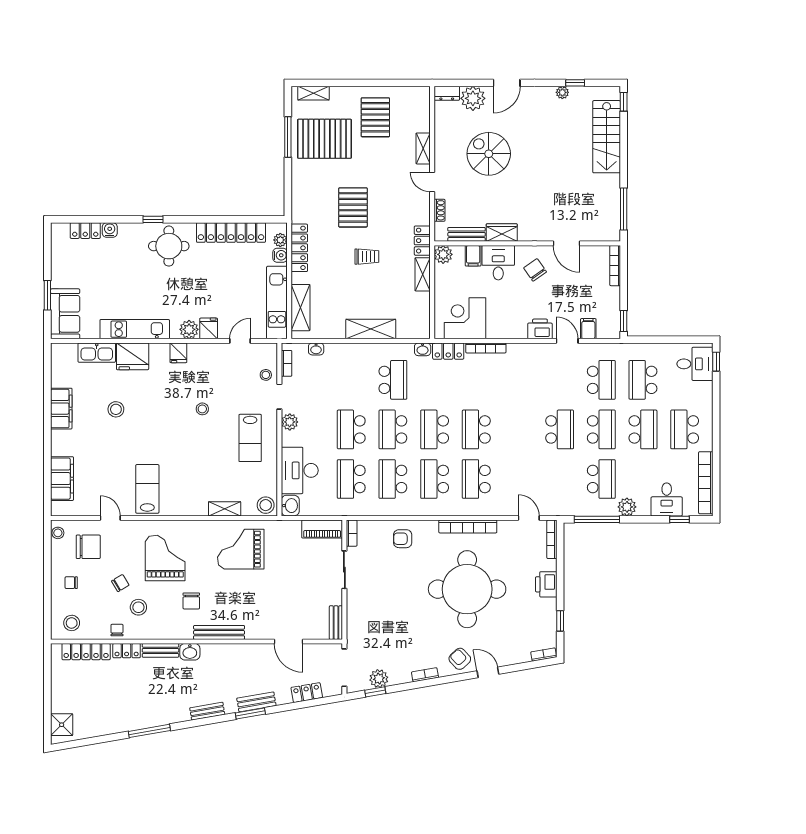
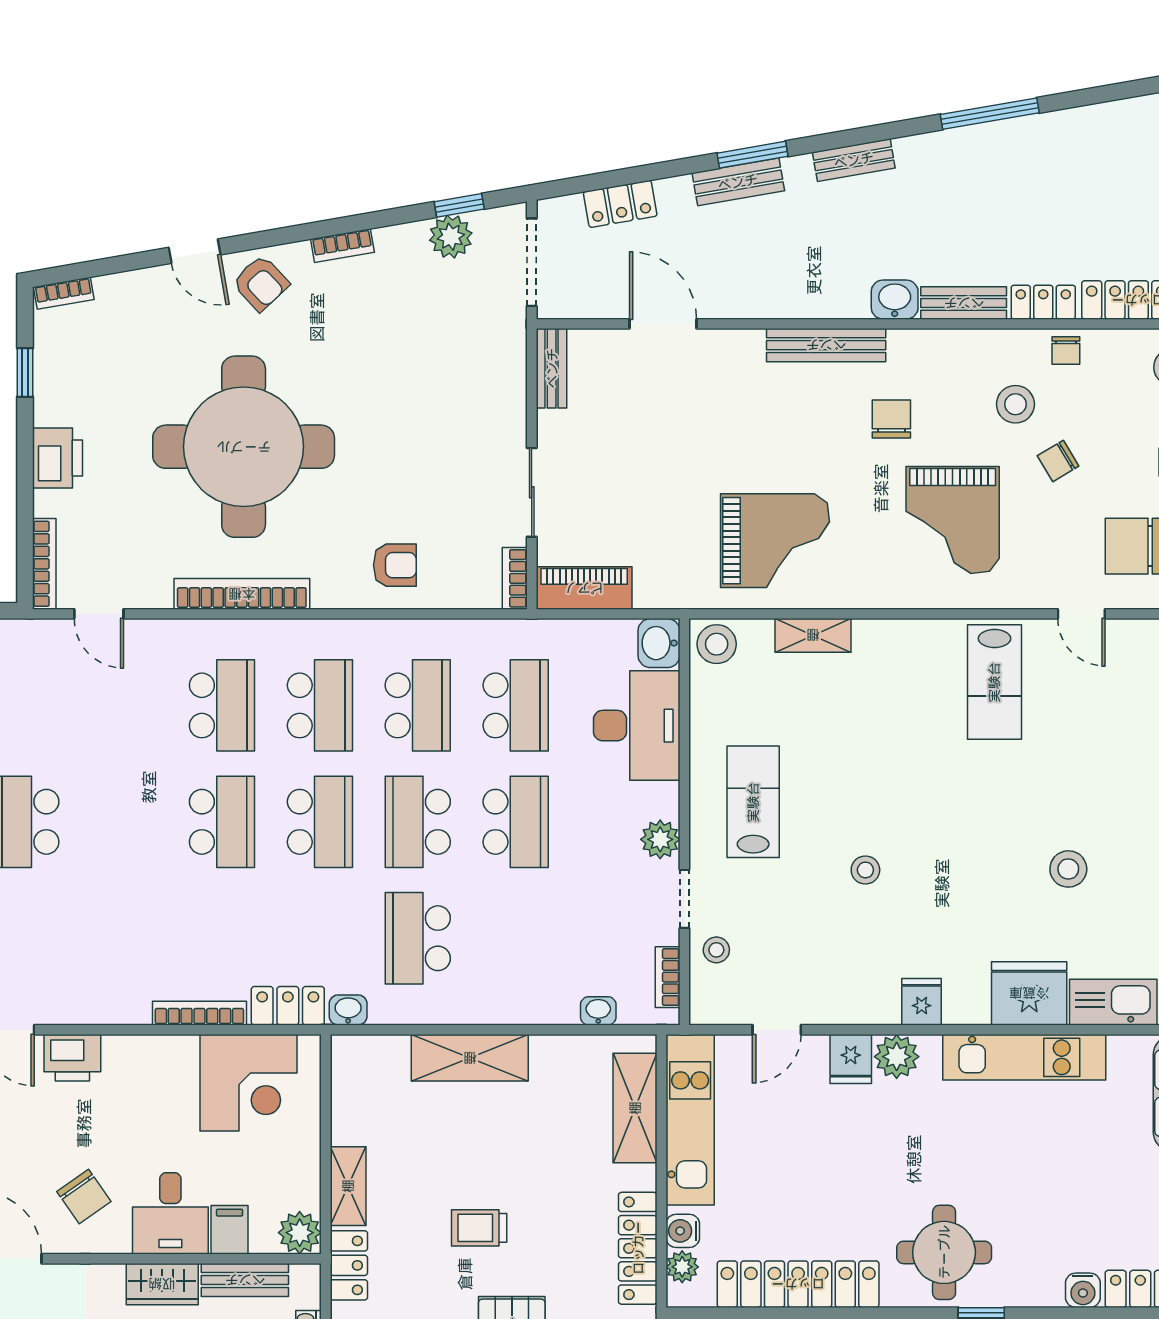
school desk: (393, 429) -> (418, 822), turned 180

